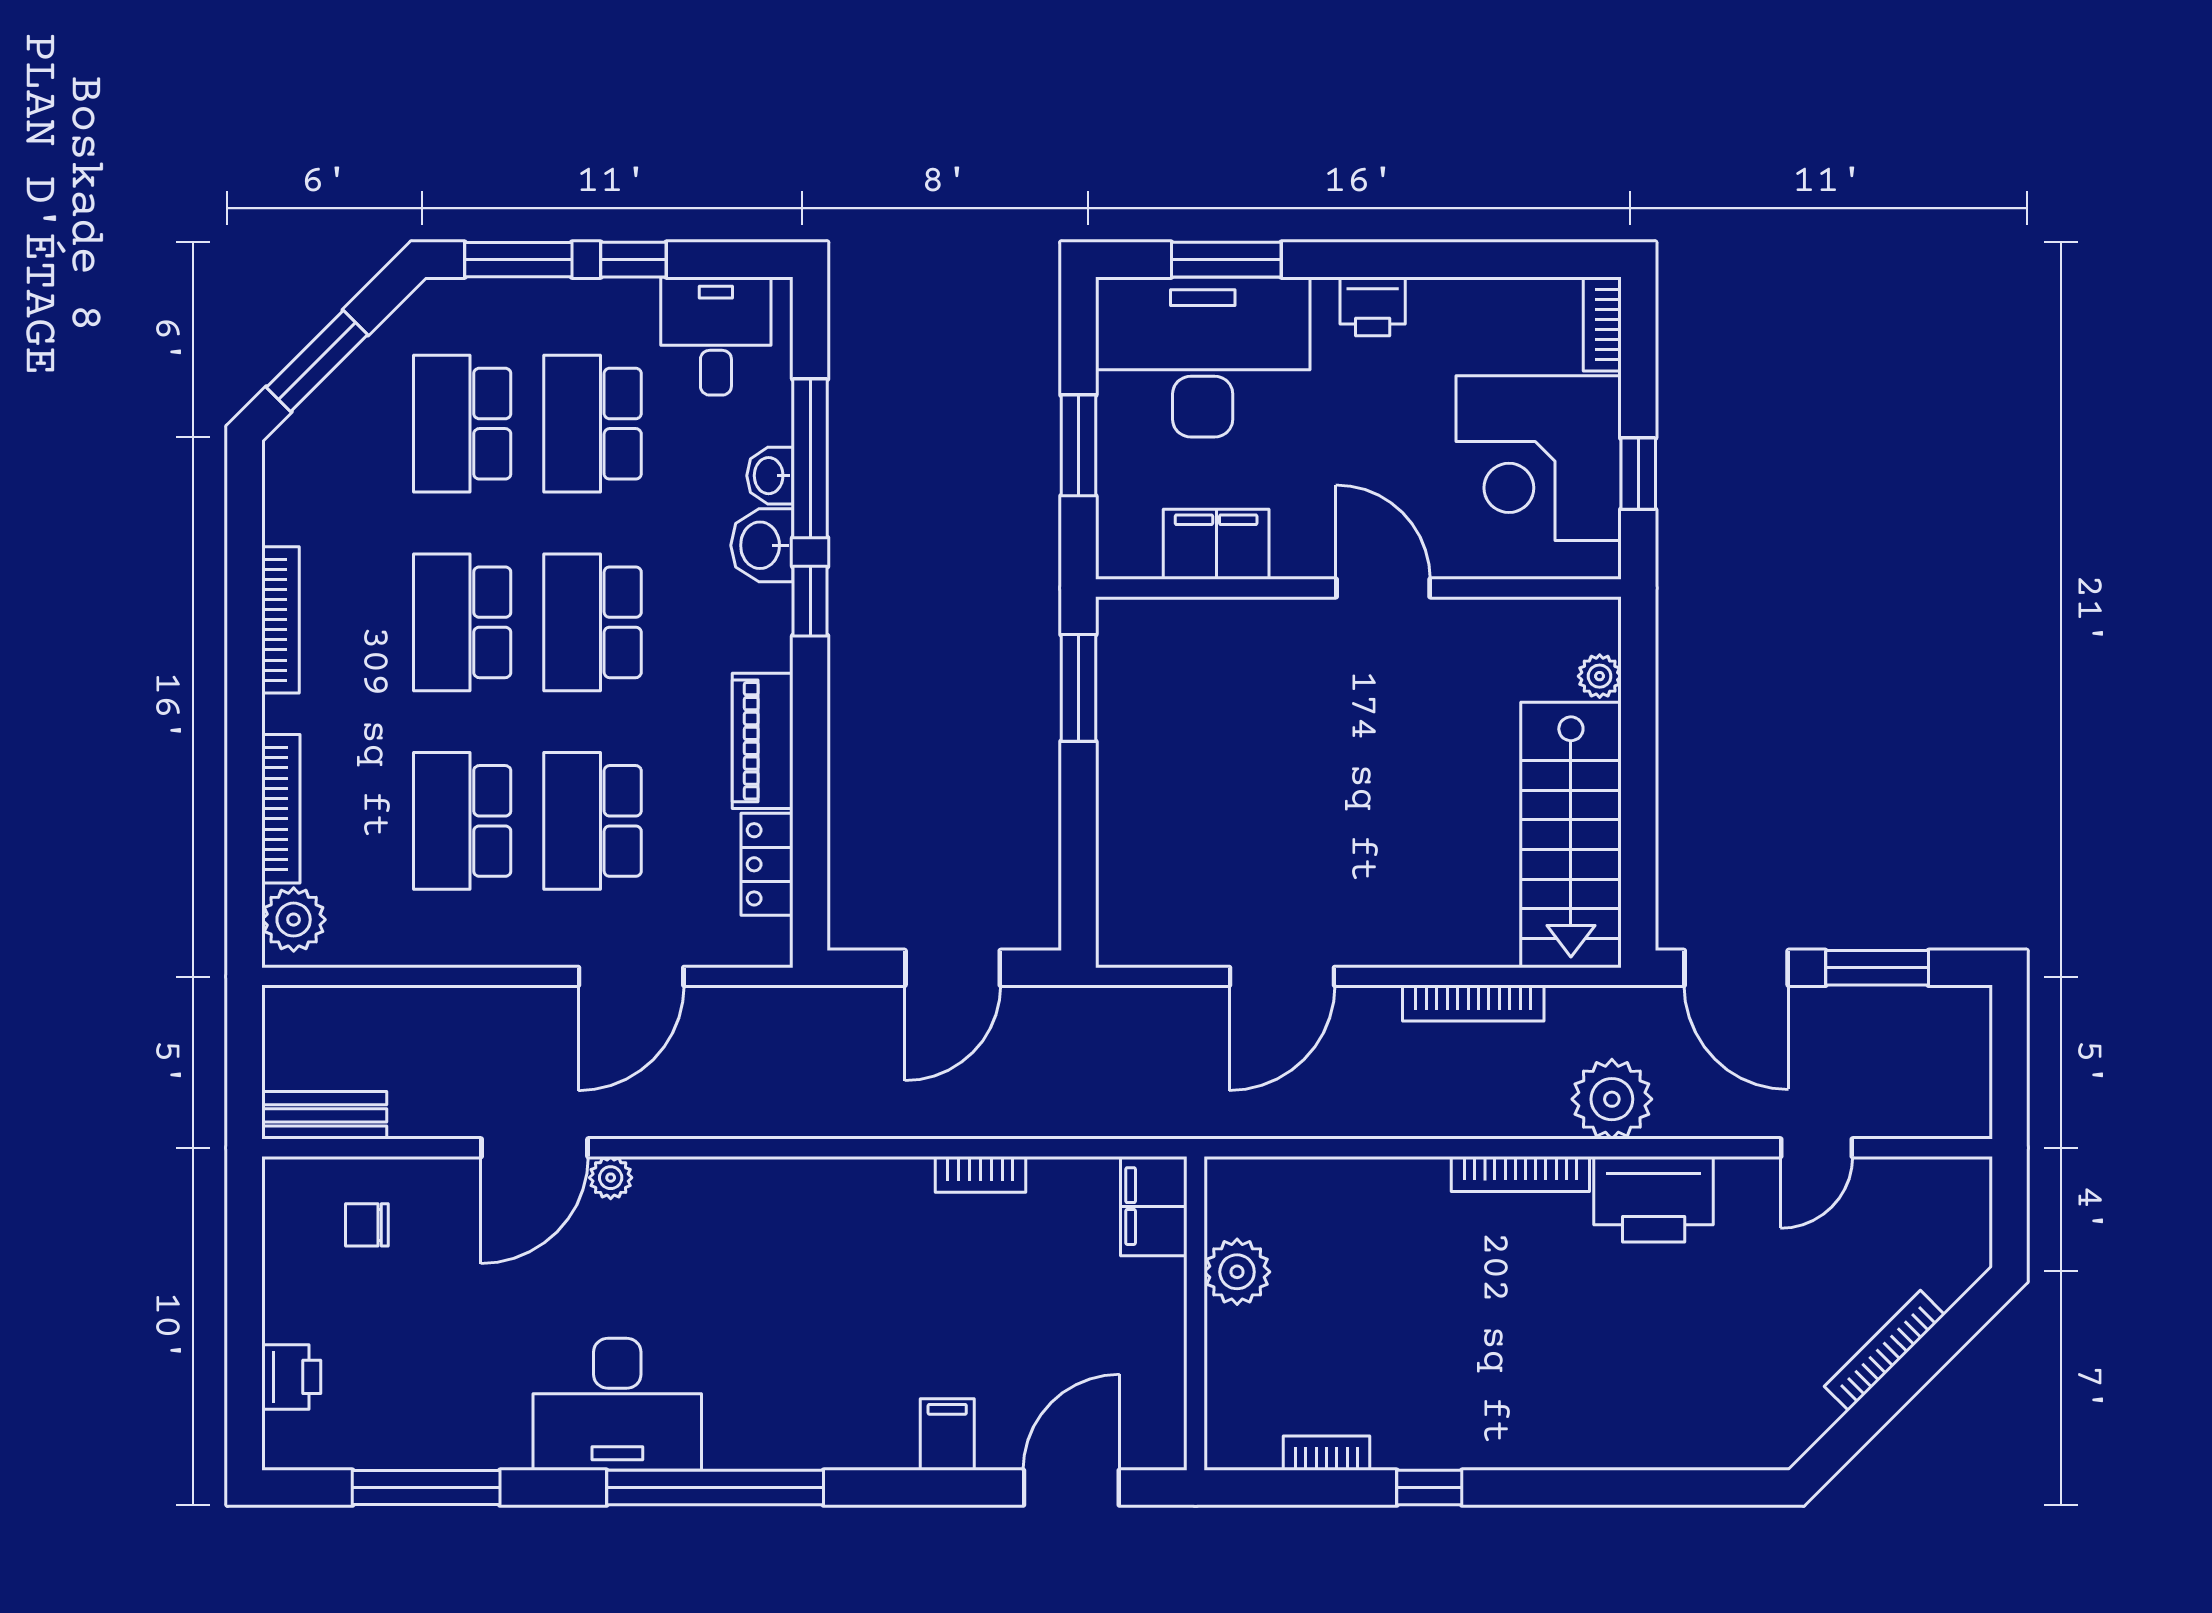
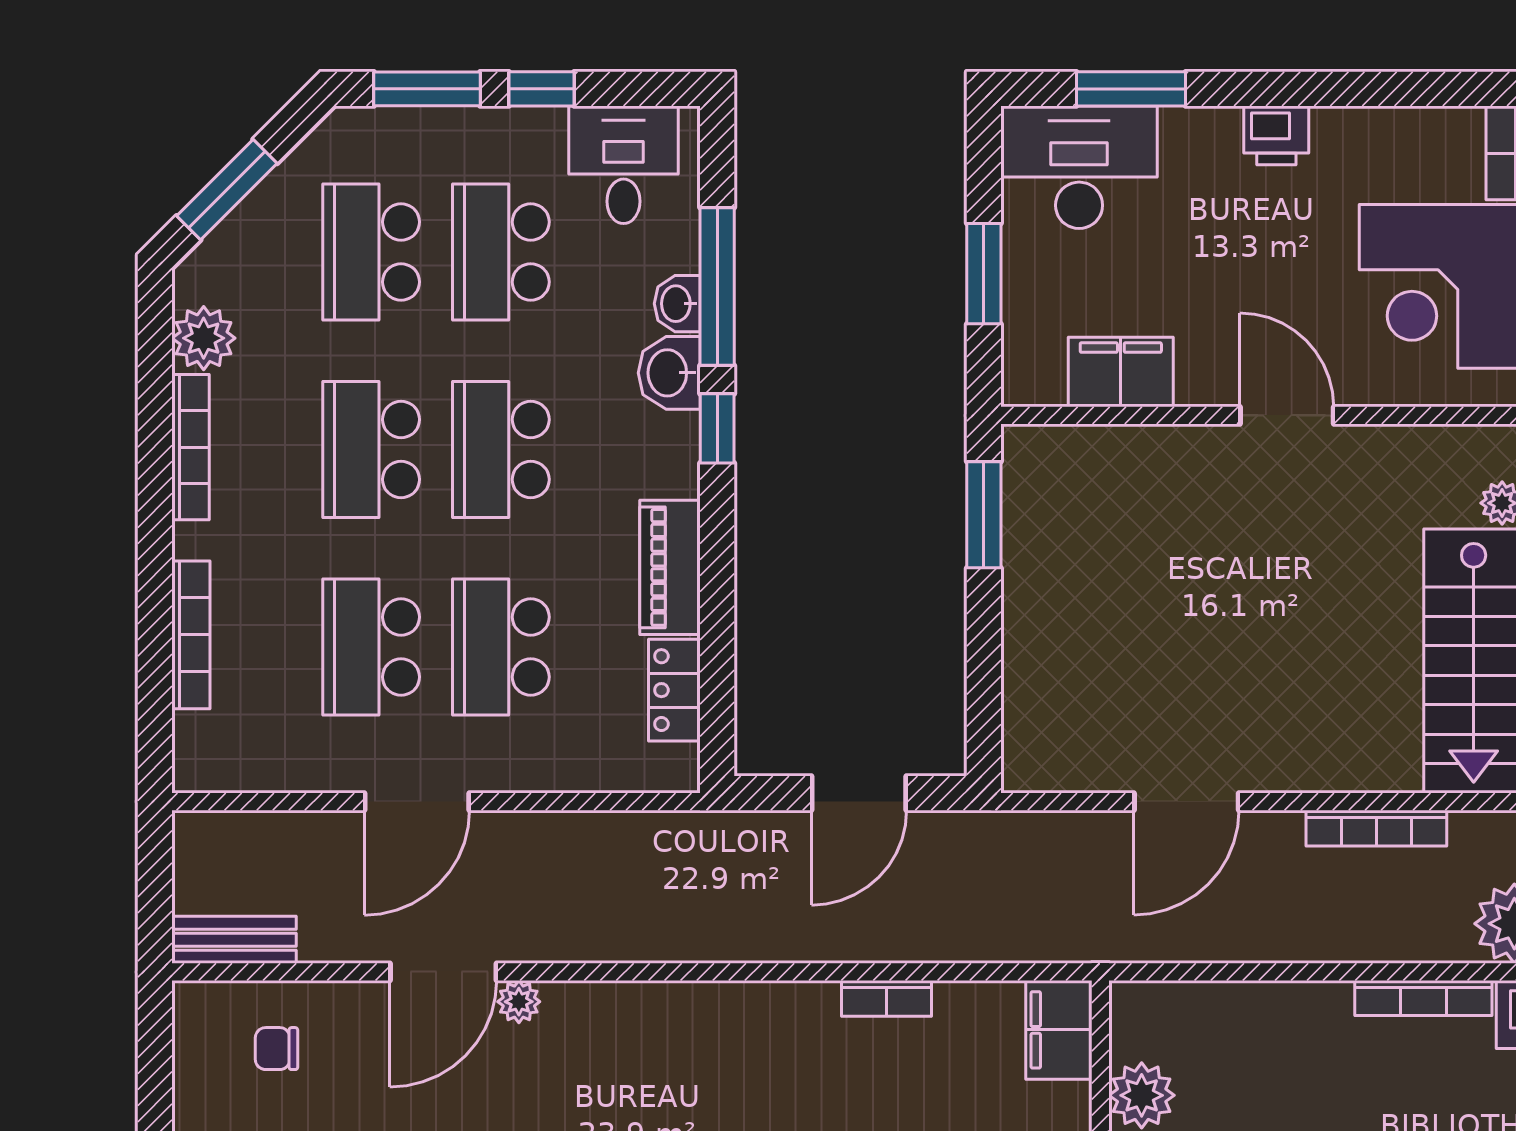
desk: (1203, 357) -> (1079, 167), width x0.73, depth x0.77
plant: (294, 920) -> (204, 338), moved
door: (631, 976) -> (417, 802), moved

